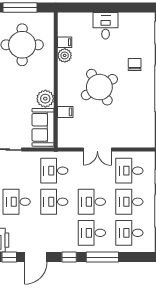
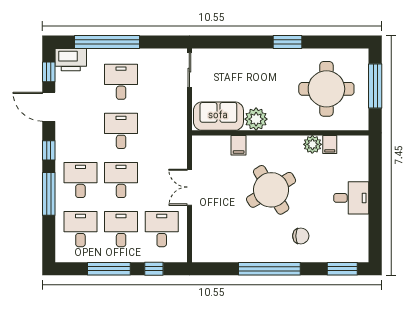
desk: (54, 171) -> (162, 131), removed

